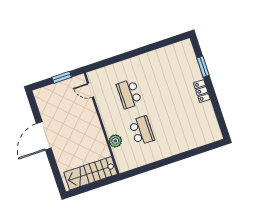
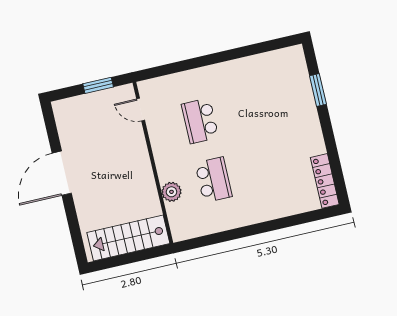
locker: (202, 91) -> (325, 181), moved, width x1.53

